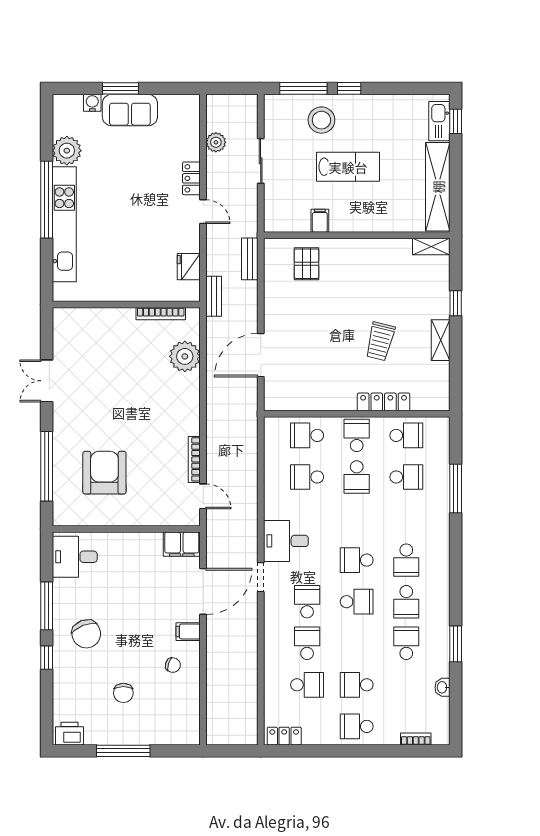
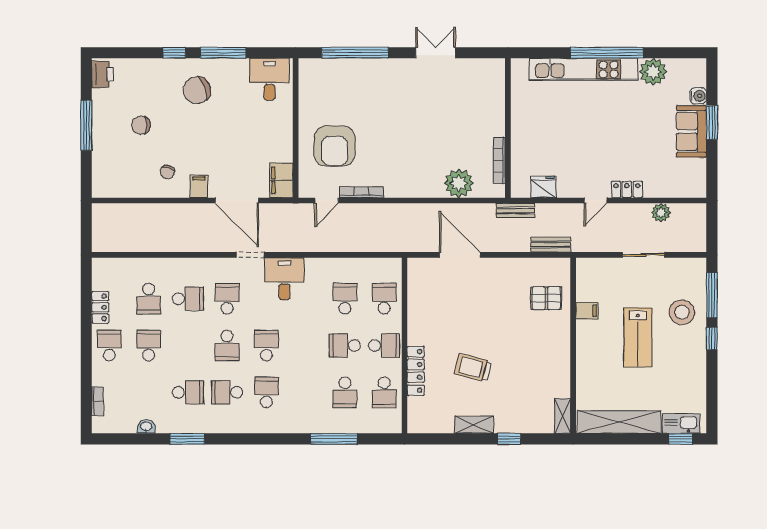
armchair: (104, 473) -> (334, 146), moved, turned 90
school desk: (406, 560) -> (266, 392), turned 90
school desk: (307, 602) -> (227, 299), turned -90
locker: (284, 736) -> (100, 307), moved

